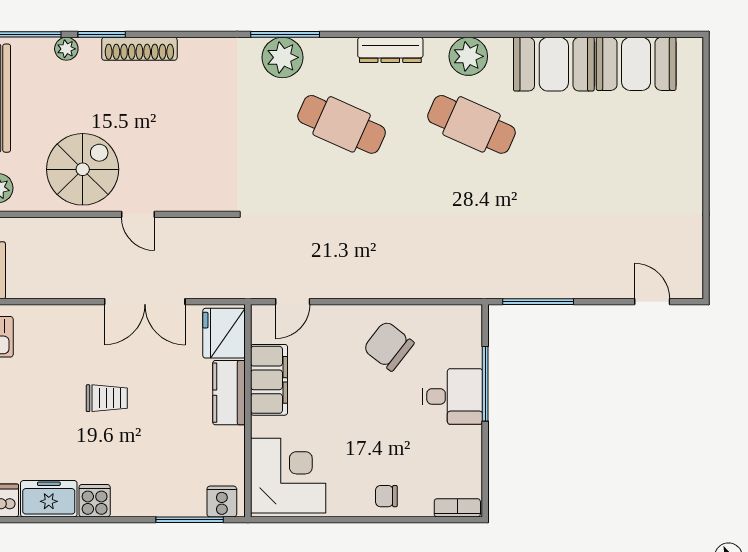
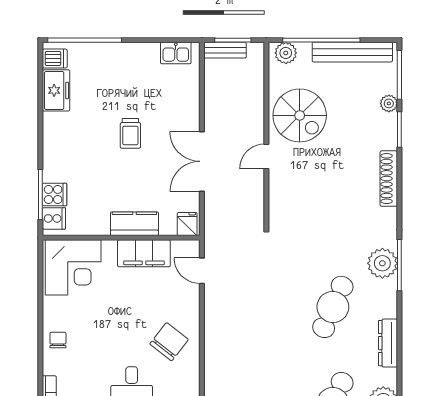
shoe rack: (139, 49) -> (389, 179), moved
fridge: (224, 333) -> (187, 224), width x0.53, depth x0.75
cooker: (95, 501) -> (55, 194), moved

